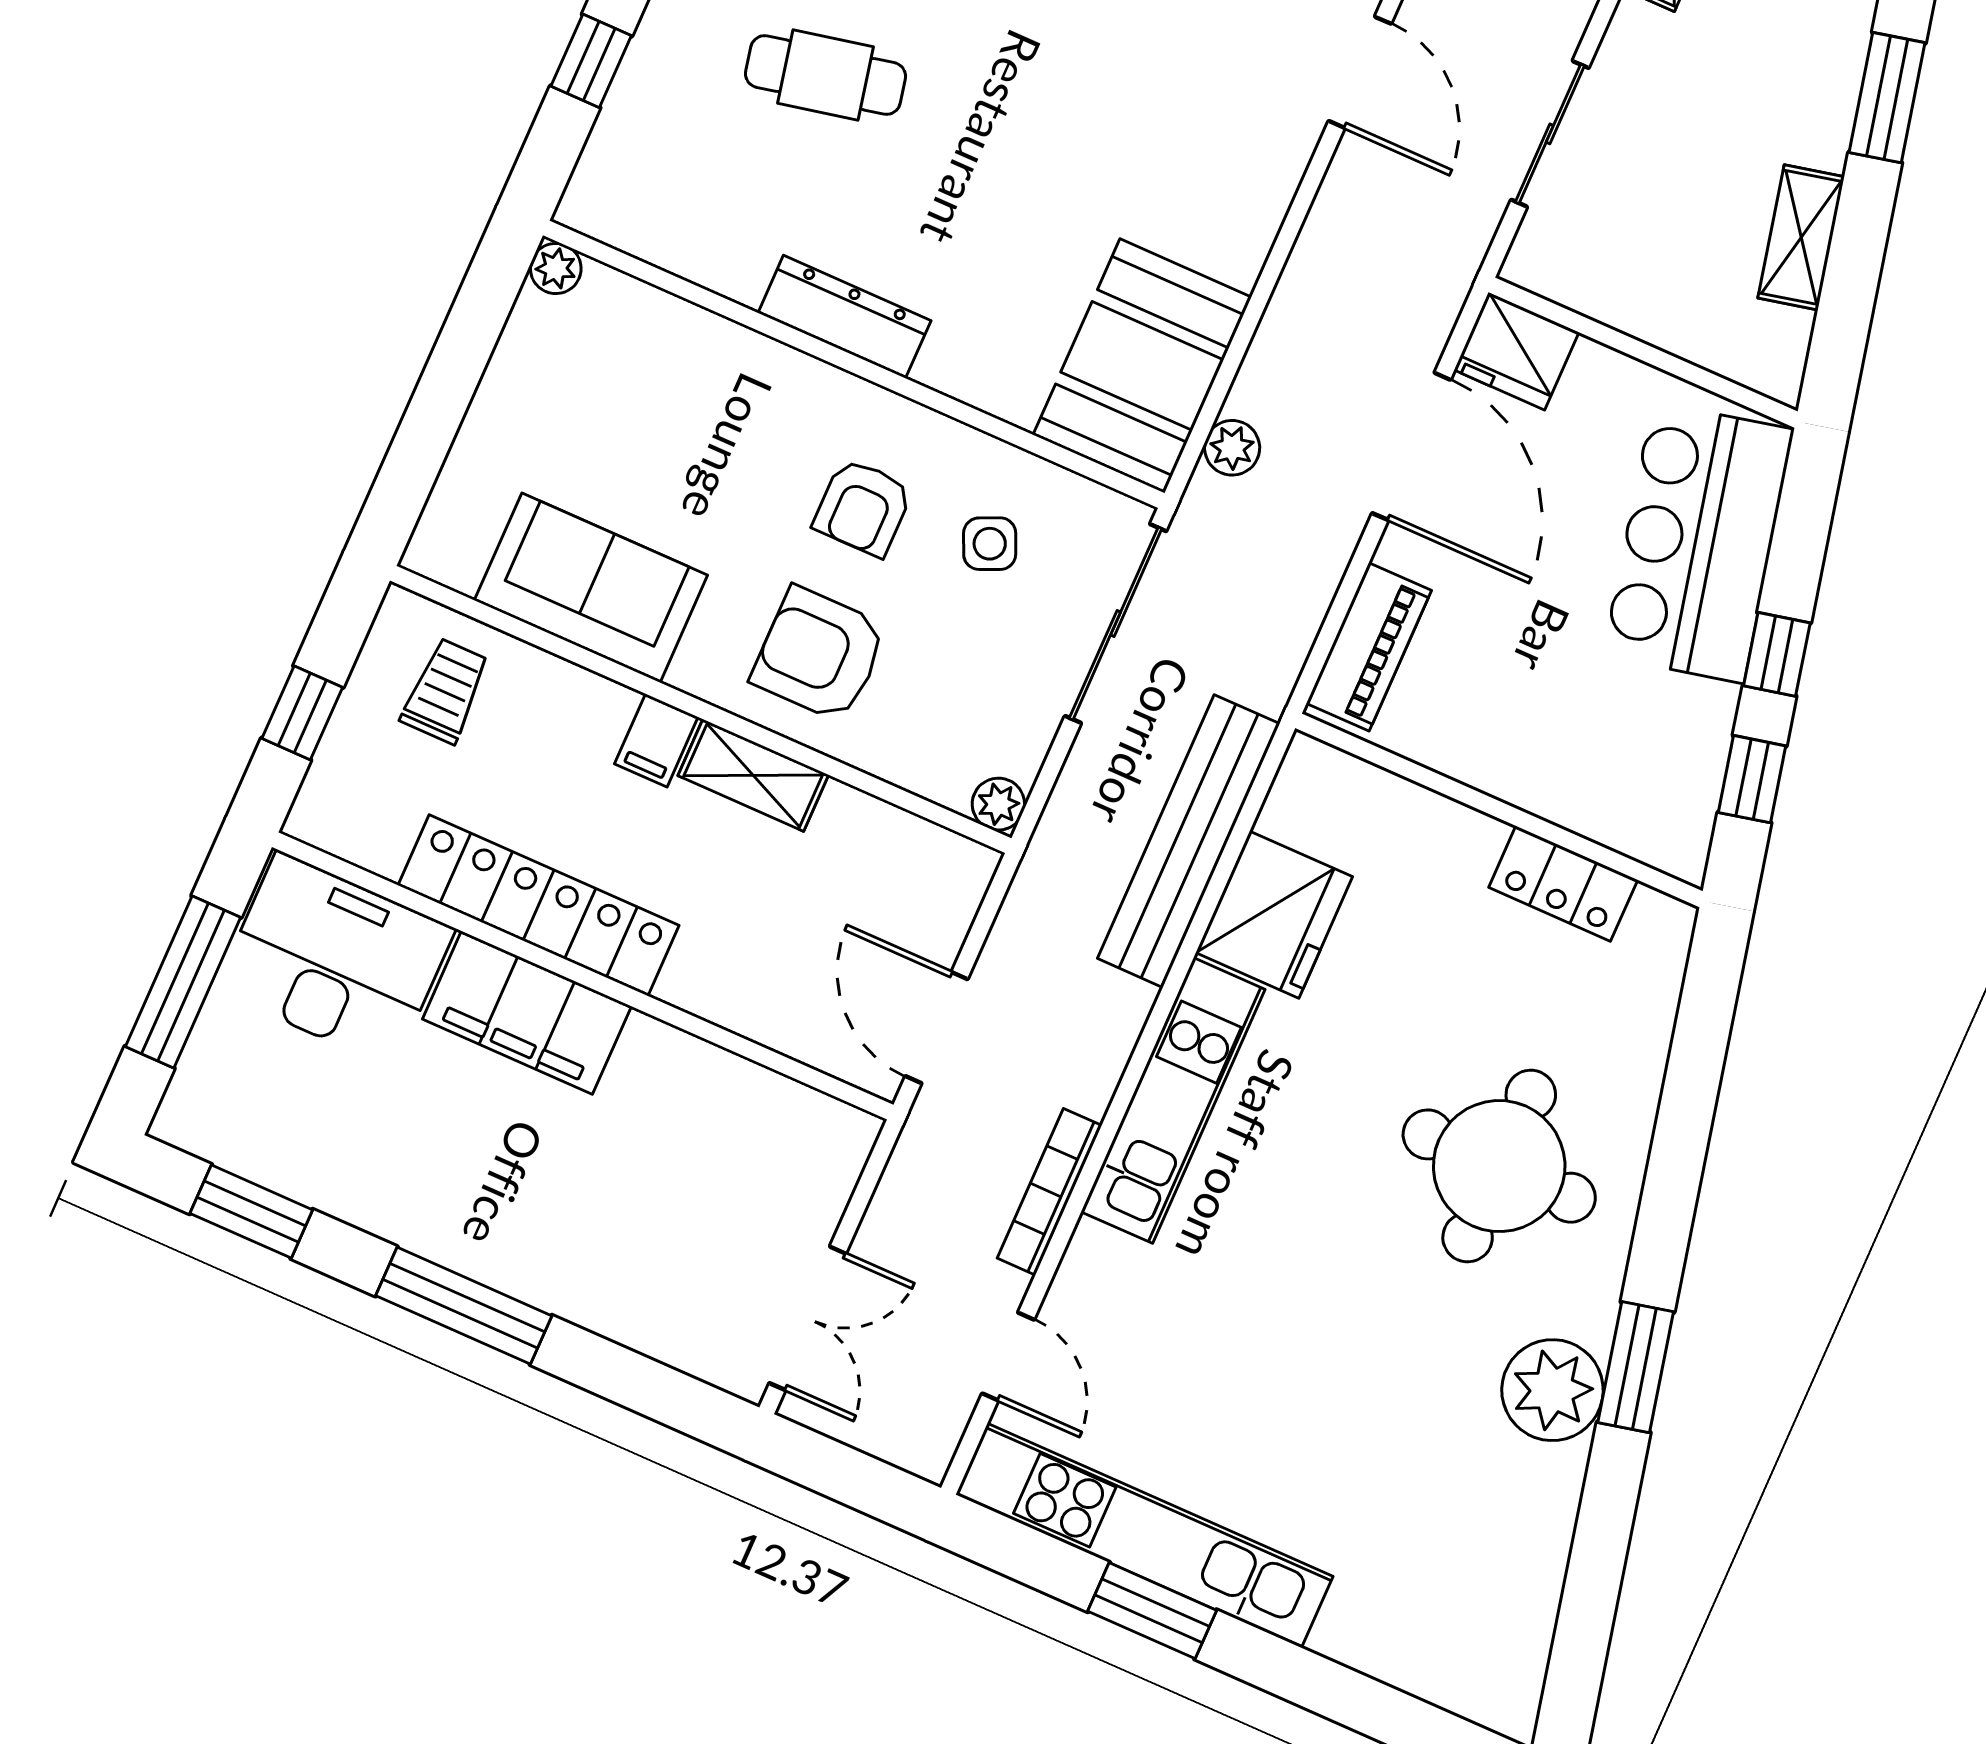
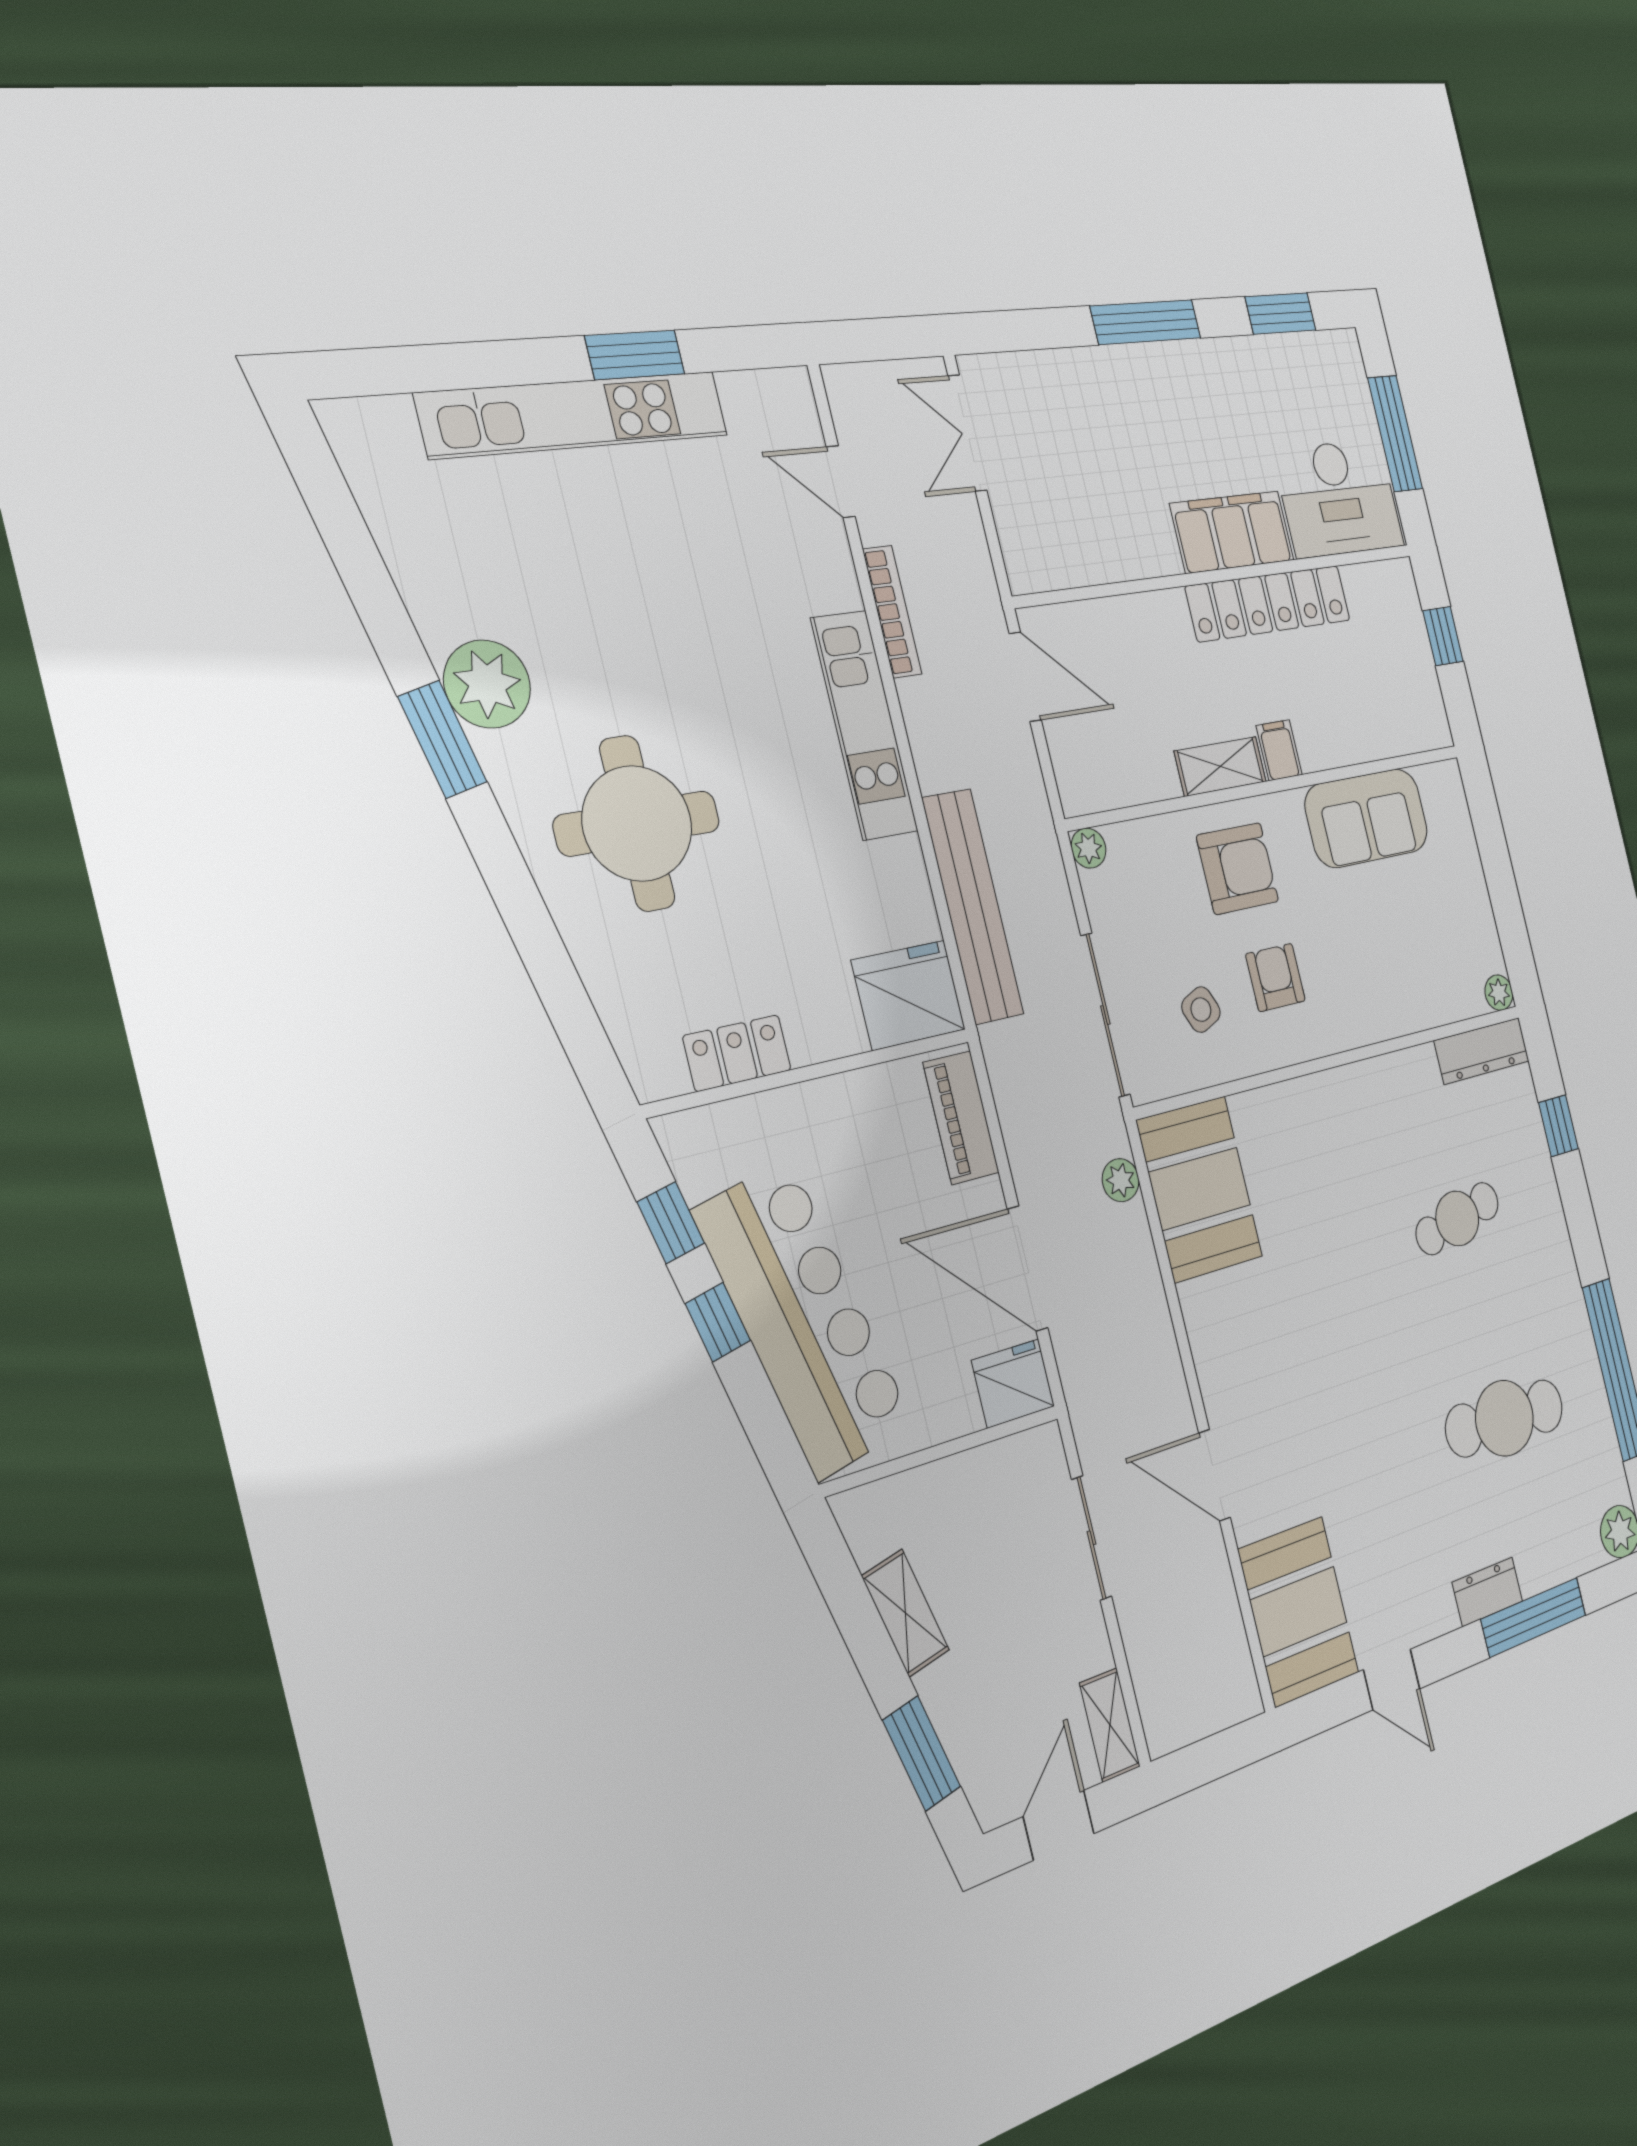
dresser: (844, 317) -> (1482, 1051), moved
bar counter: (1698, 543) -> (804, 1319), width x1.36
trolley: (445, 691) -> (1391, 701), removed
fridge: (1274, 915) -> (908, 995), moved, turned 90
kitchen unit: (1144, 1536) -> (575, 414), moved

